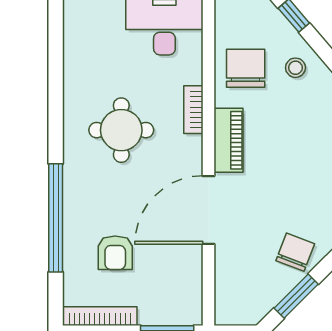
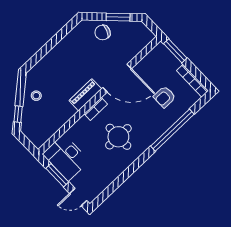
chair: (246, 68) -> (54, 113), removed
bookcase: (193, 110) -> (96, 109), moved
armchair: (115, 253) -> (165, 97), turned 180

